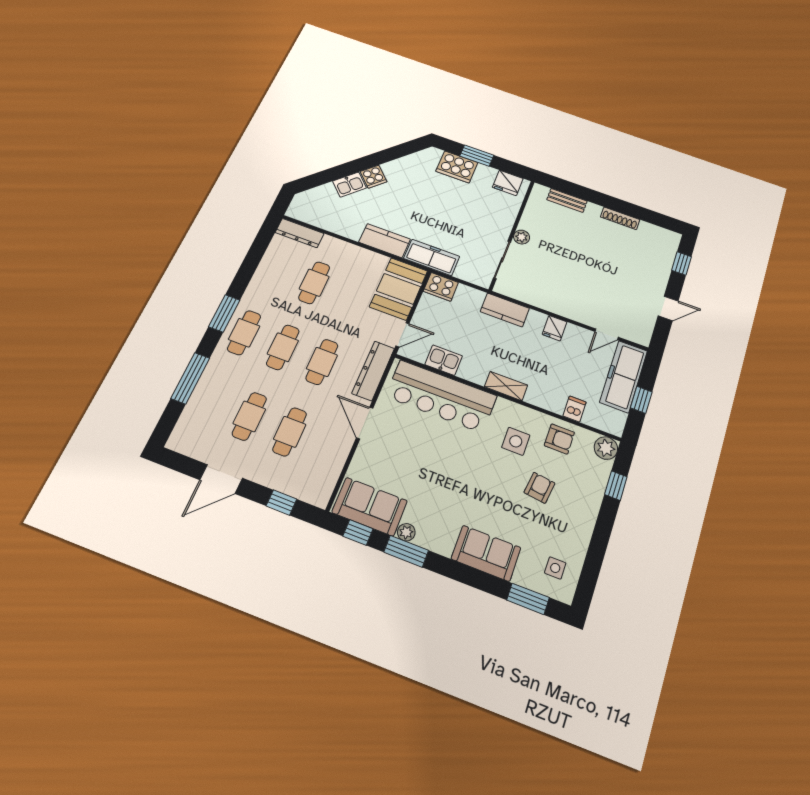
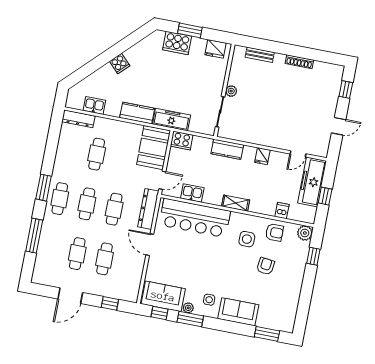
kitchen sink: (349, 185) -> (94, 105), moved, turned -135
side table: (555, 568) -> (209, 300), moved

